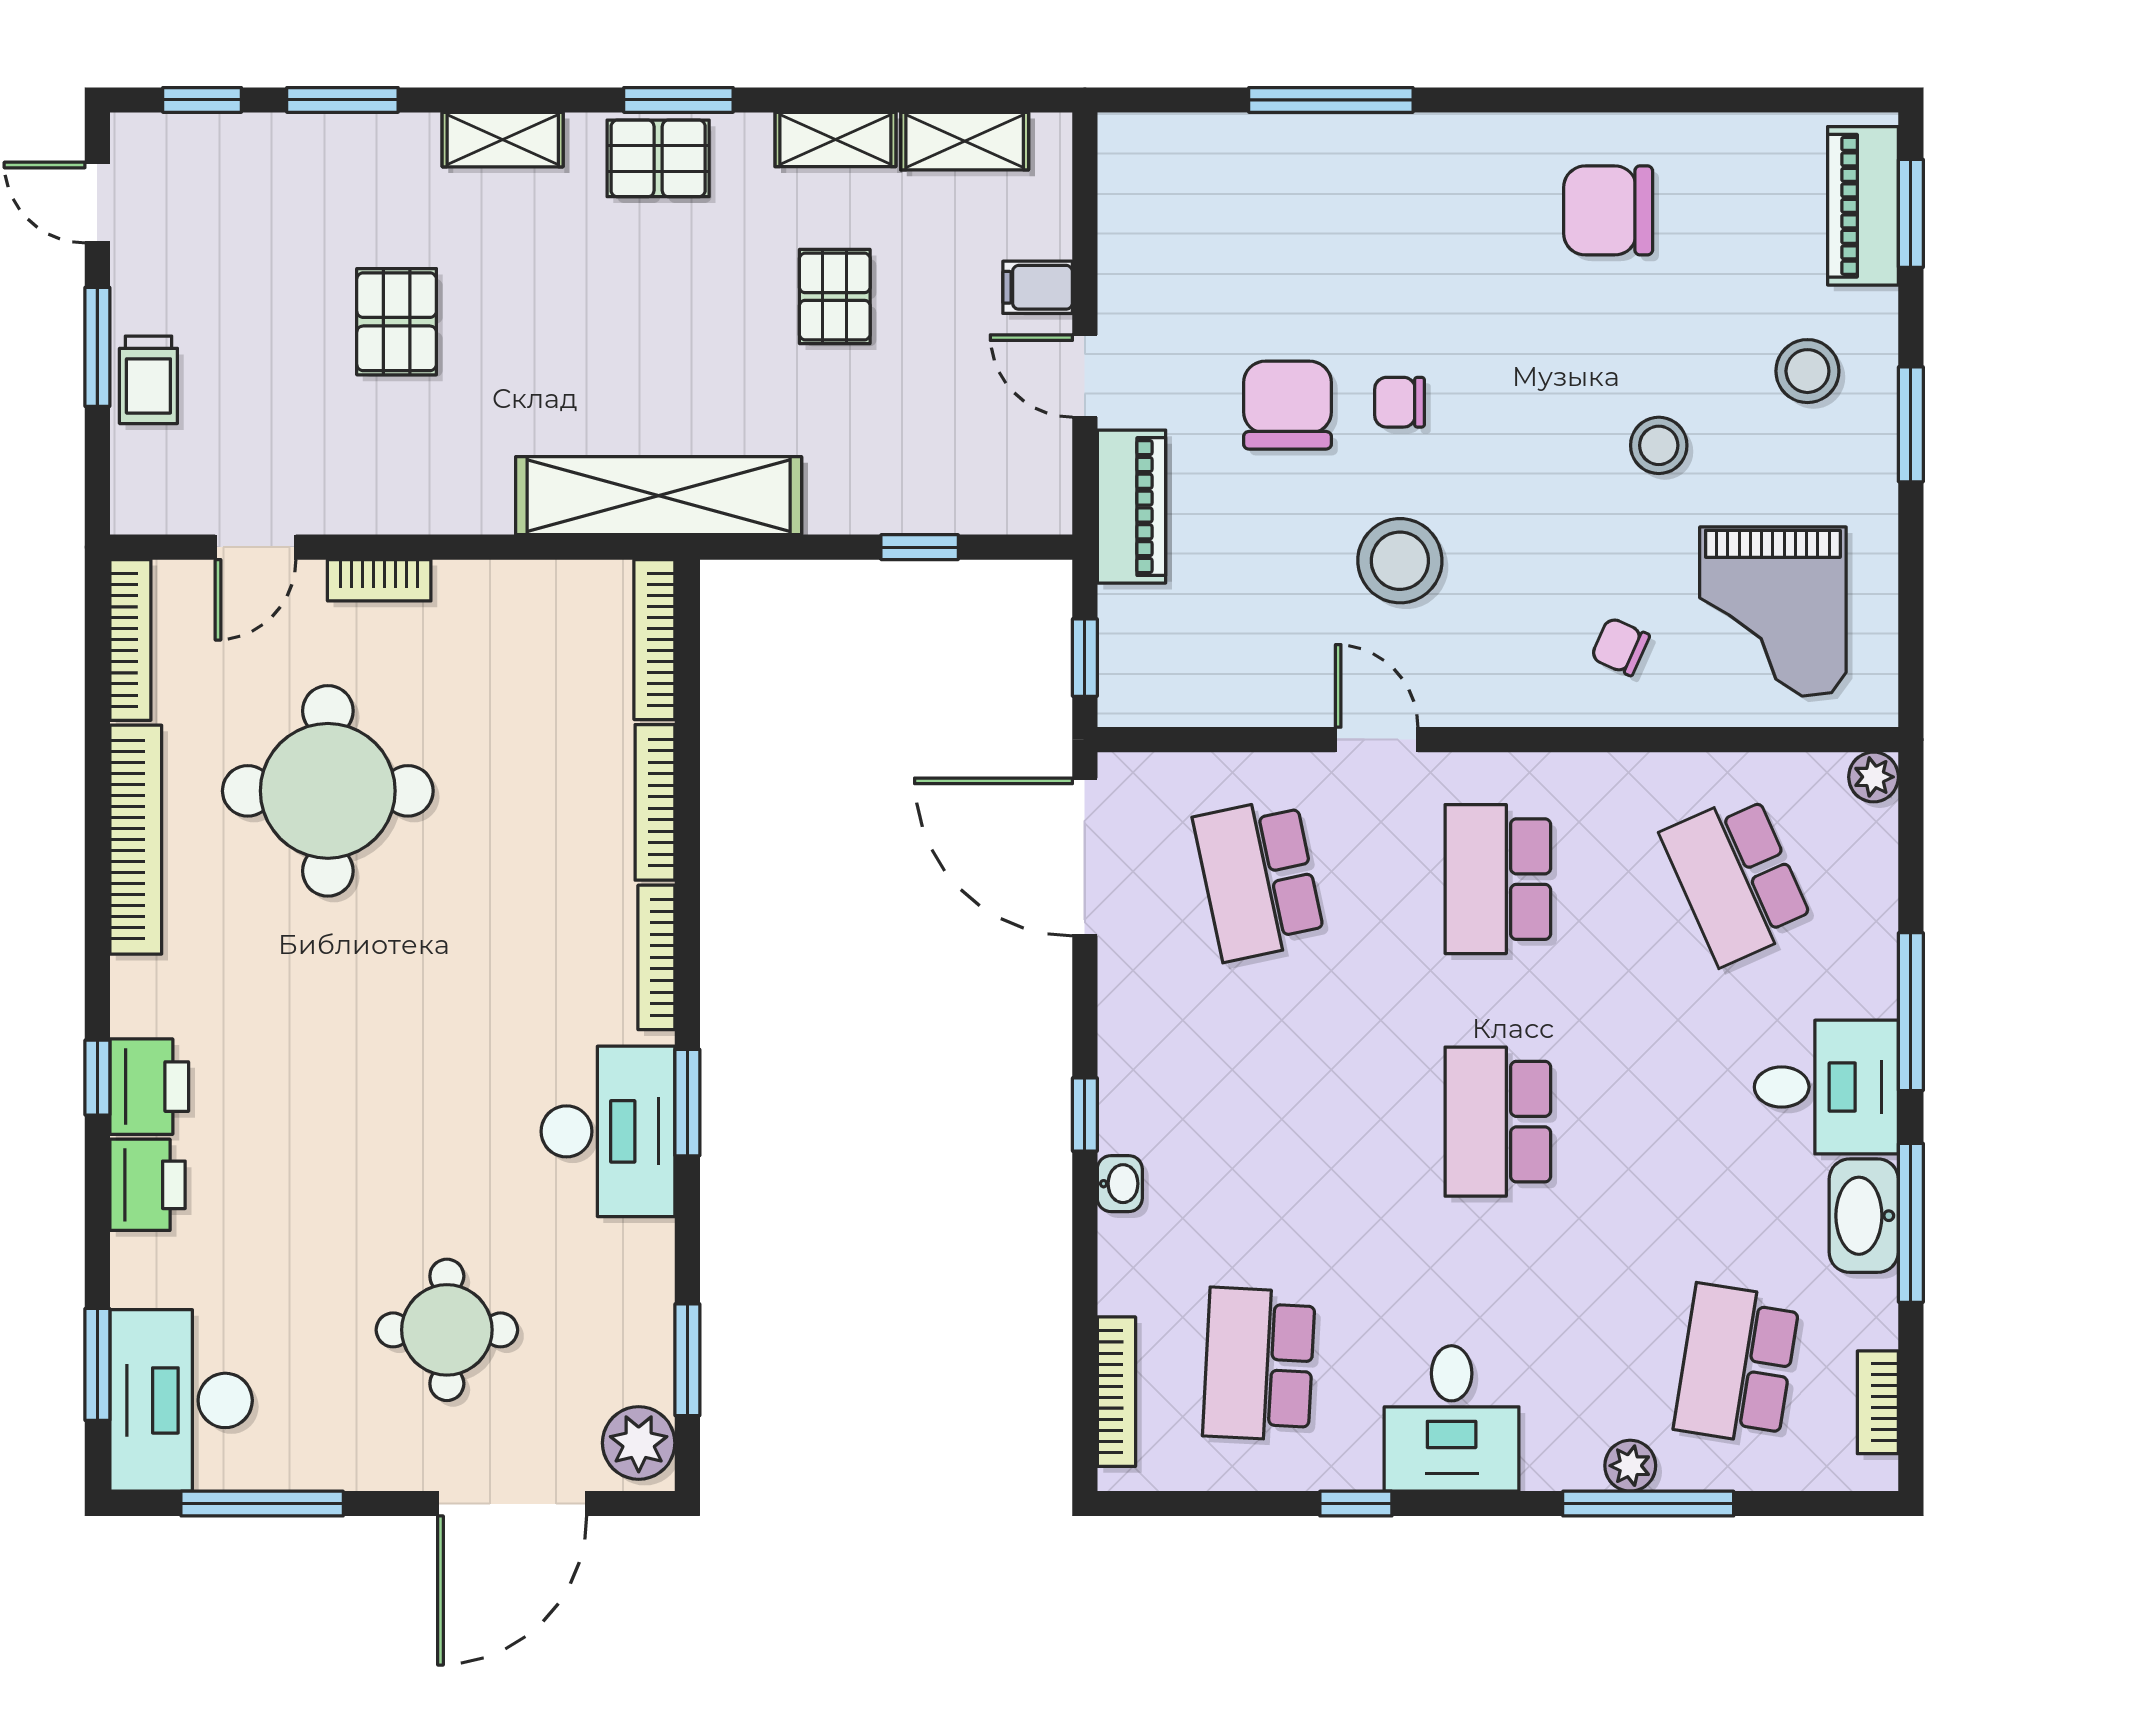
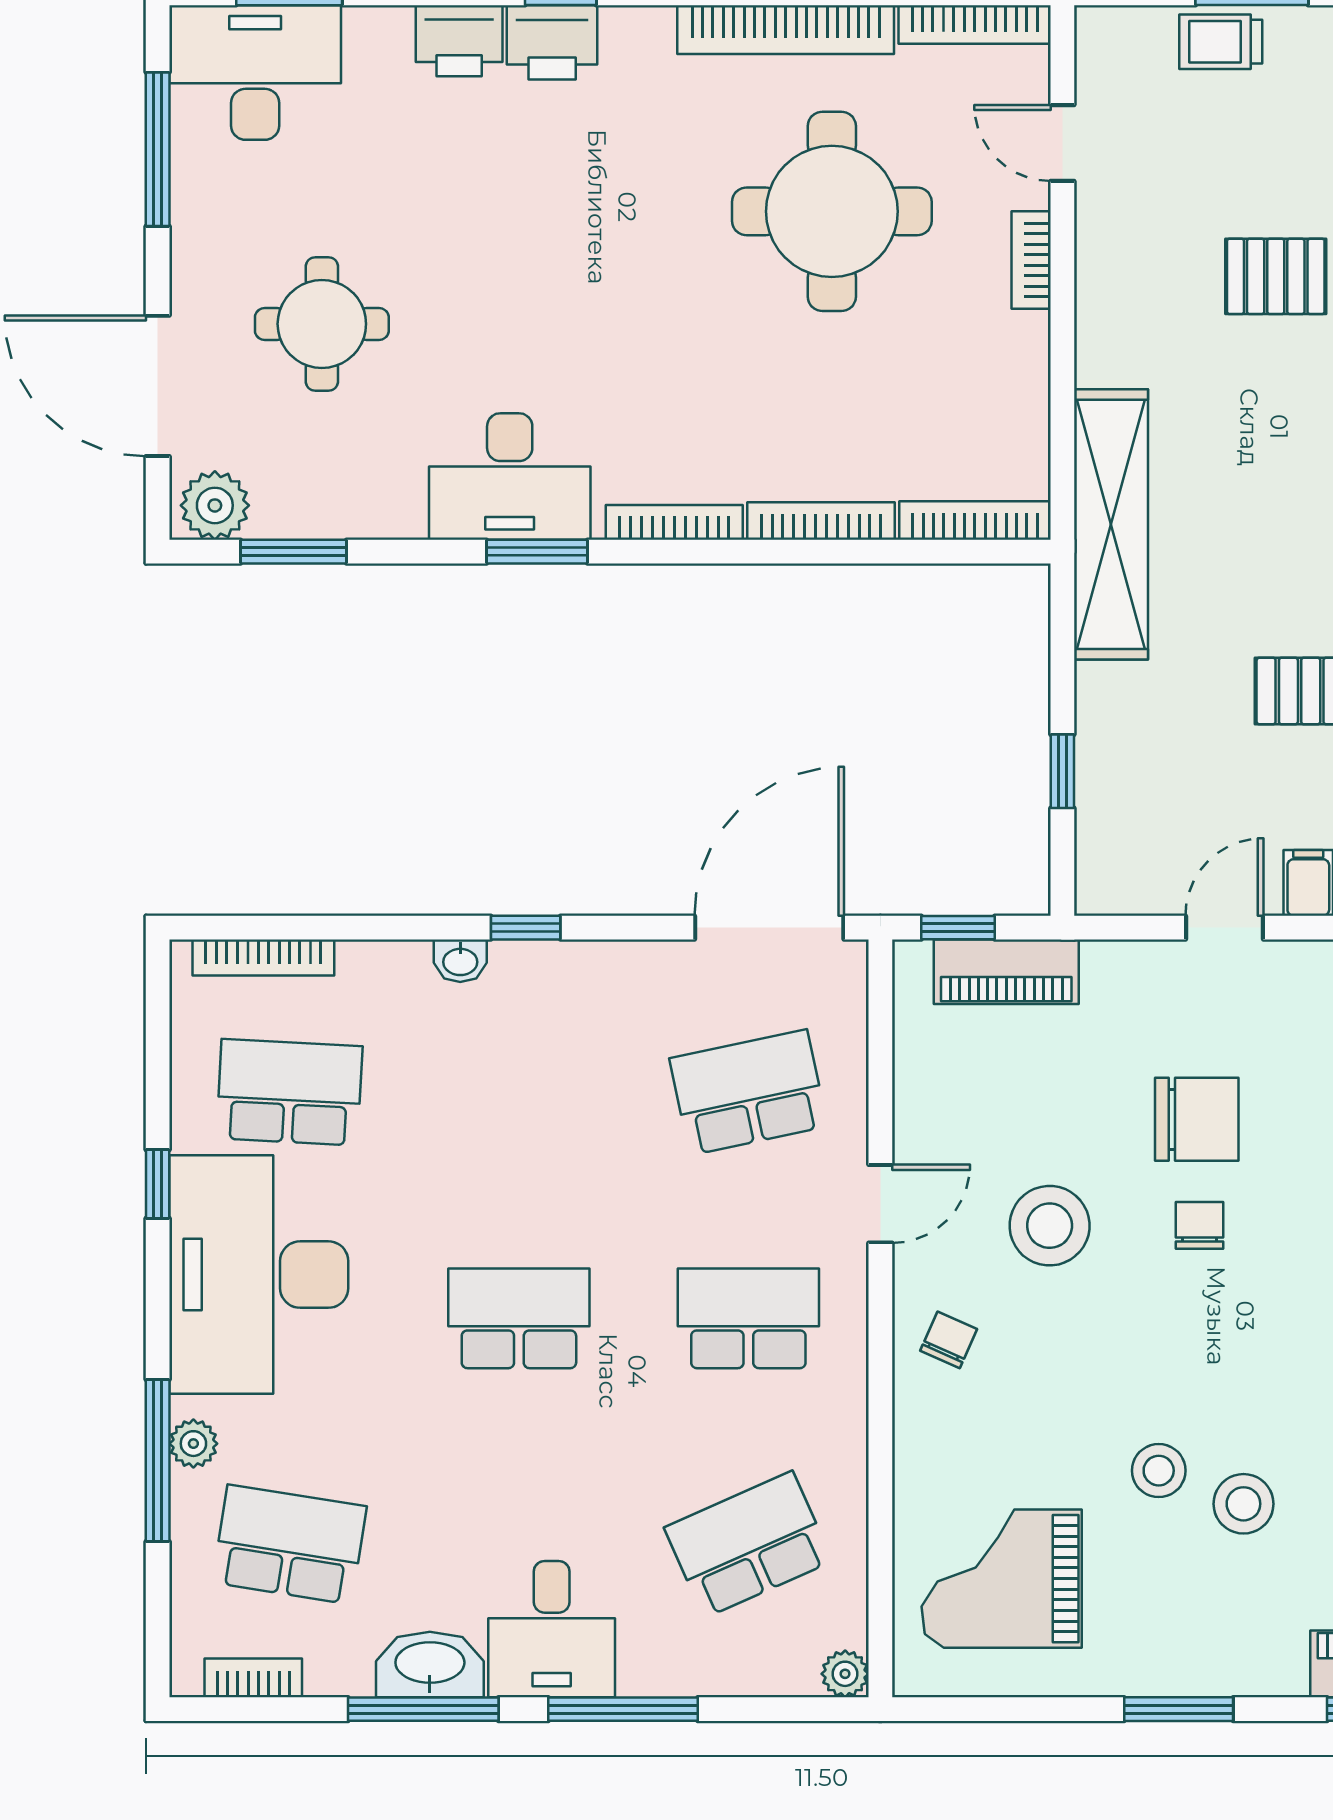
stool: (1807, 371) -> (1243, 1504), moved
piano: (1131, 507) -> (1006, 972), moved
chair: (1620, 647) -> (949, 1340), moved
desk: (1452, 1418) -> (259, 1275), width x1.87, depth x1.30

